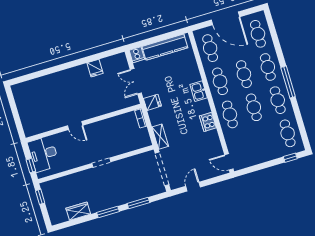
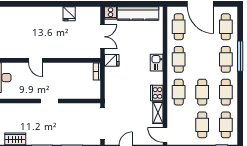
cafe table: (244, 74) -> (202, 125), moved
double door: (136, 81) -> (102, 37), swing flipped
window: (288, 82) -> (240, 56), moved
shelving: (160, 137) -> (158, 113), moved

